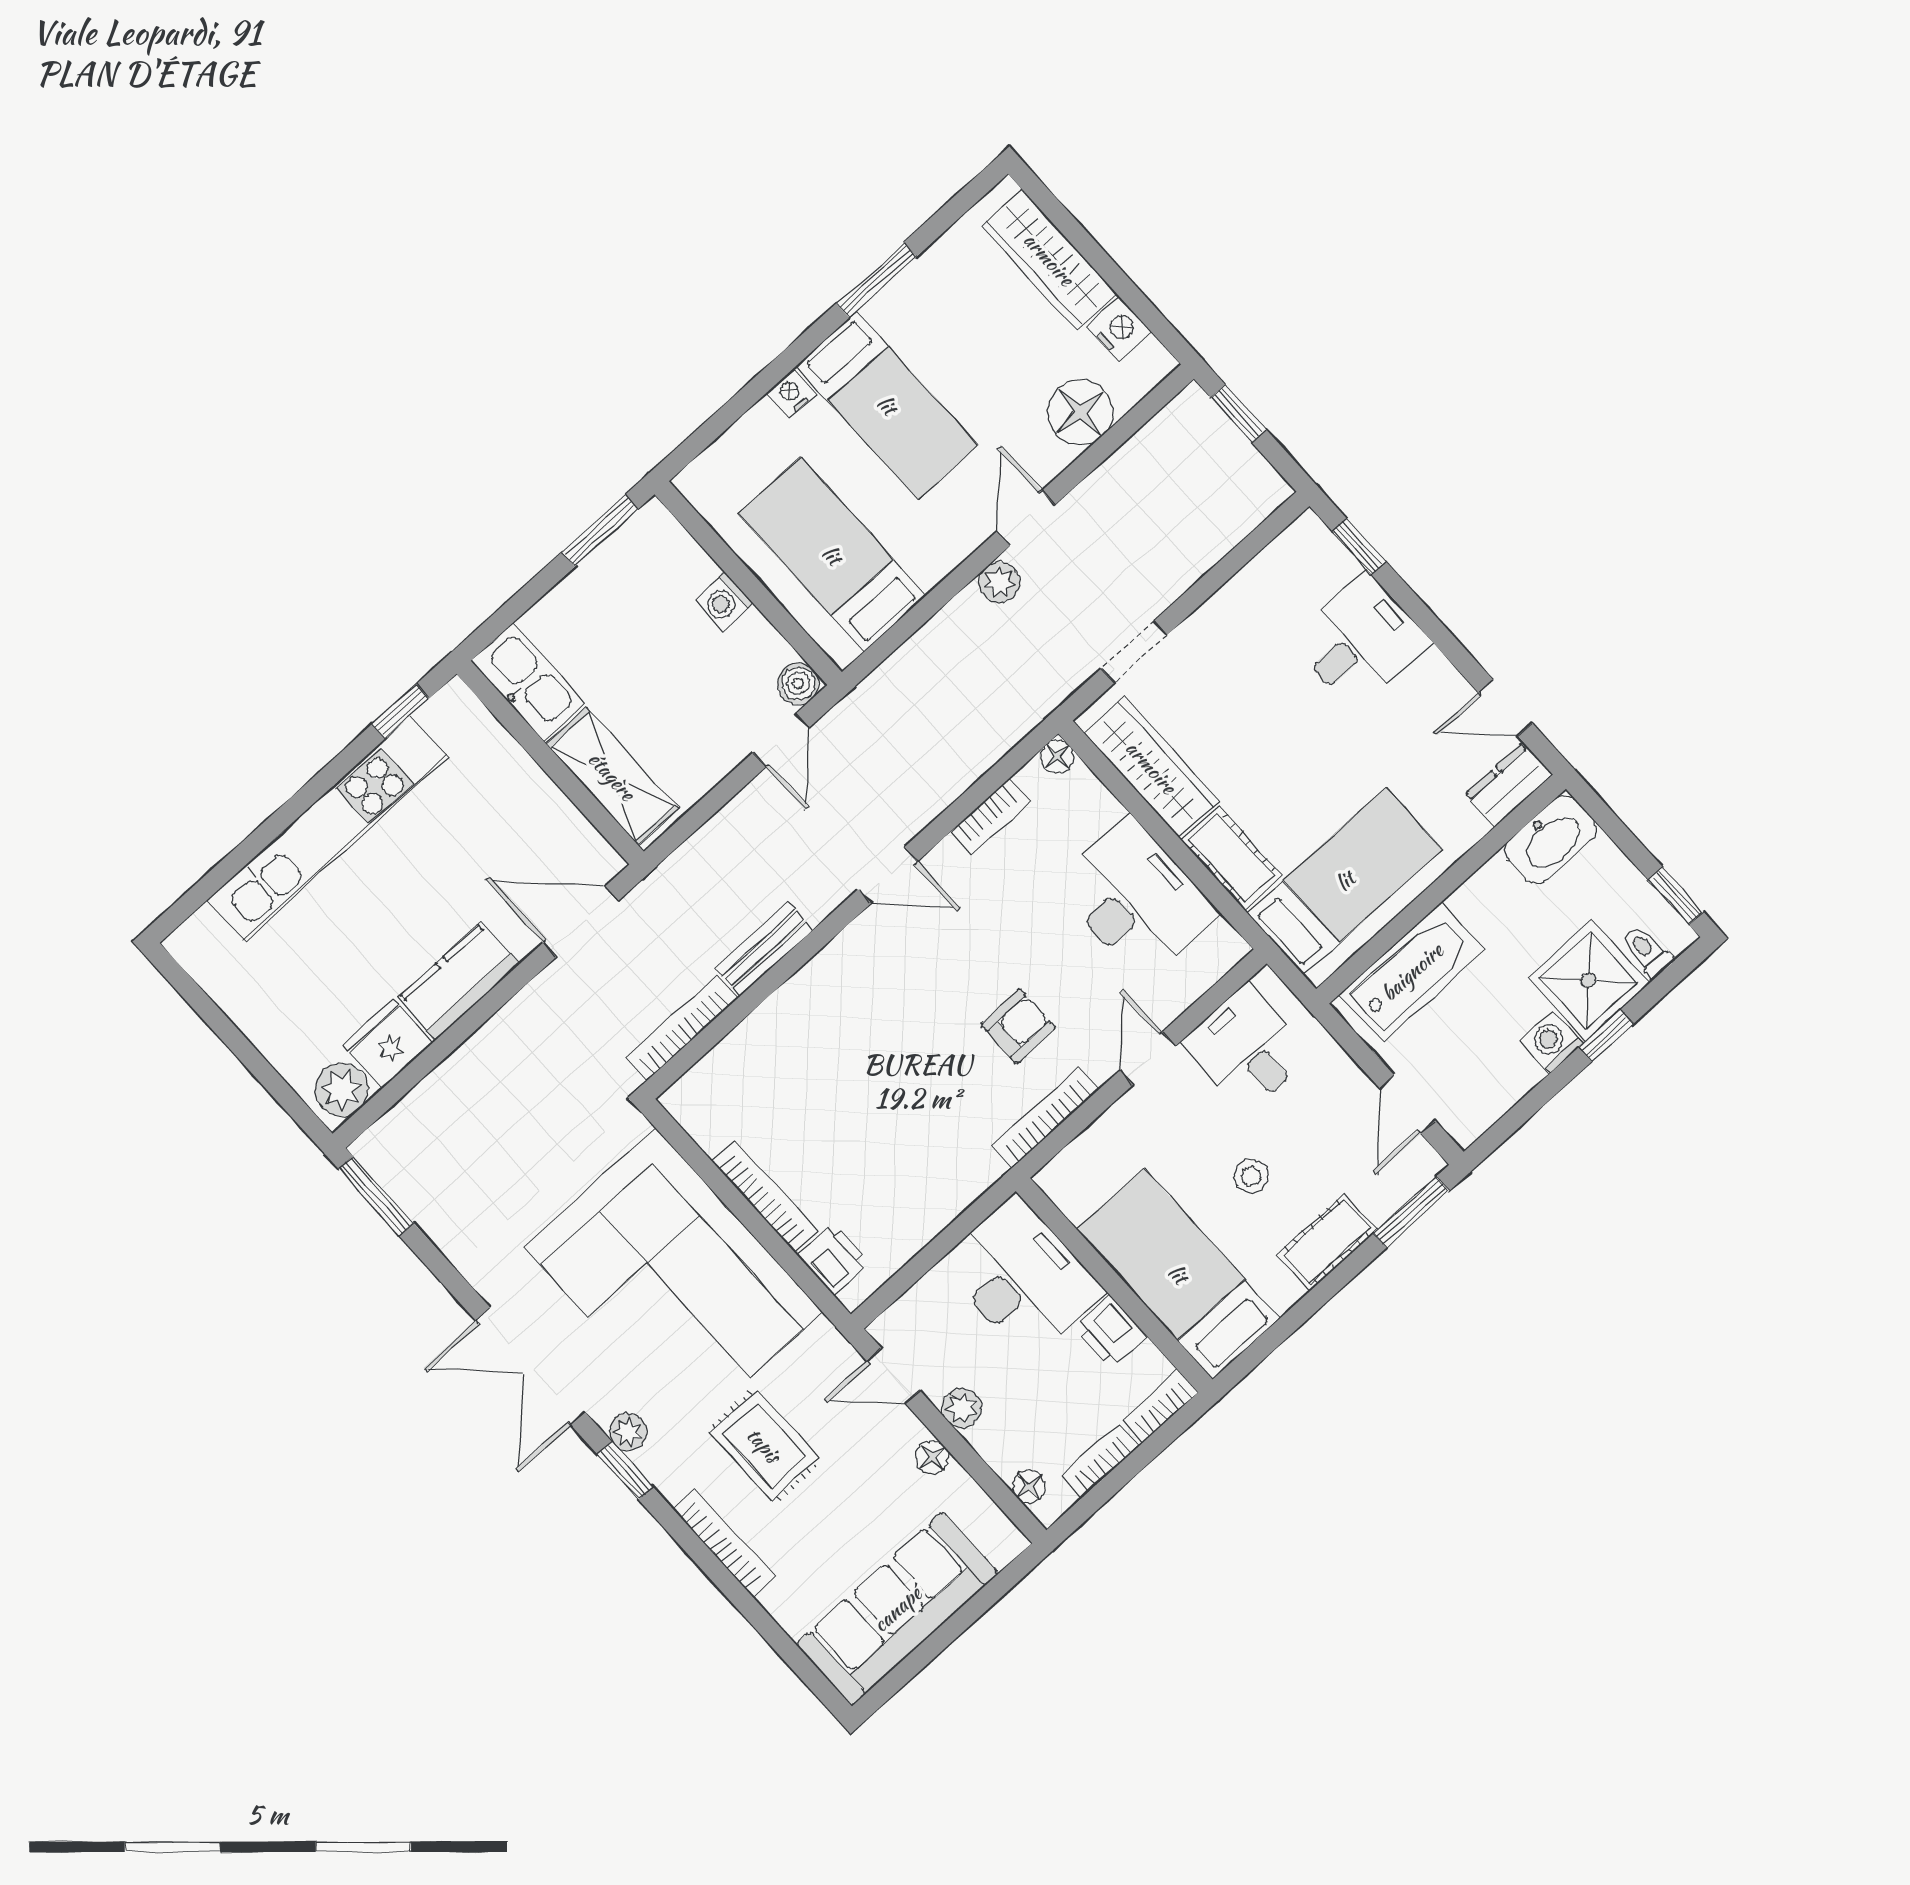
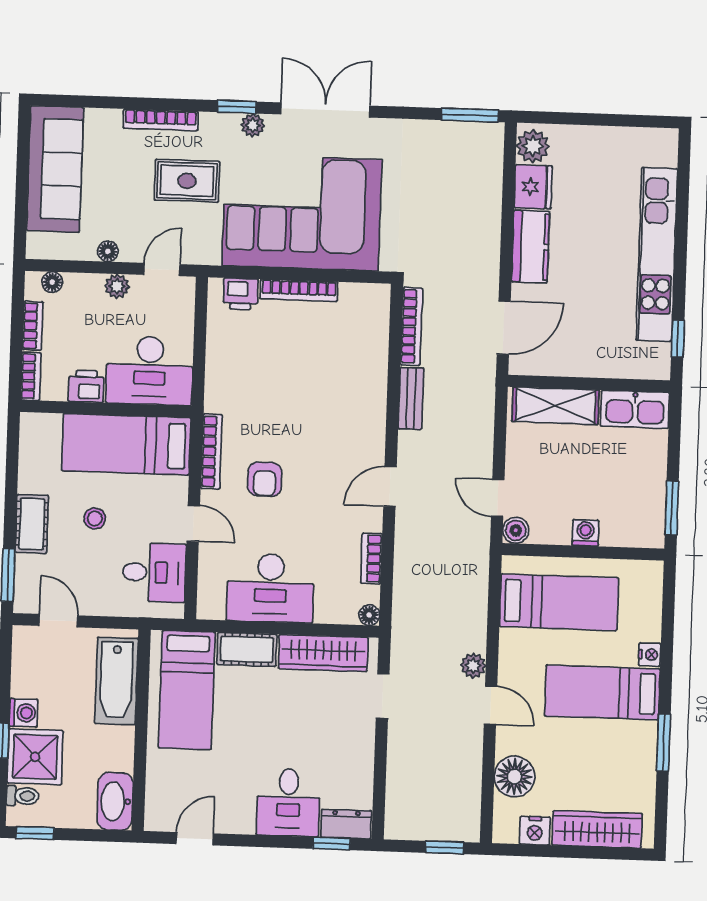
dresser: (1509, 785) -> (346, 824), moved, turned -90
bed: (1178, 1274) -> (126, 444), moved, turned 180

